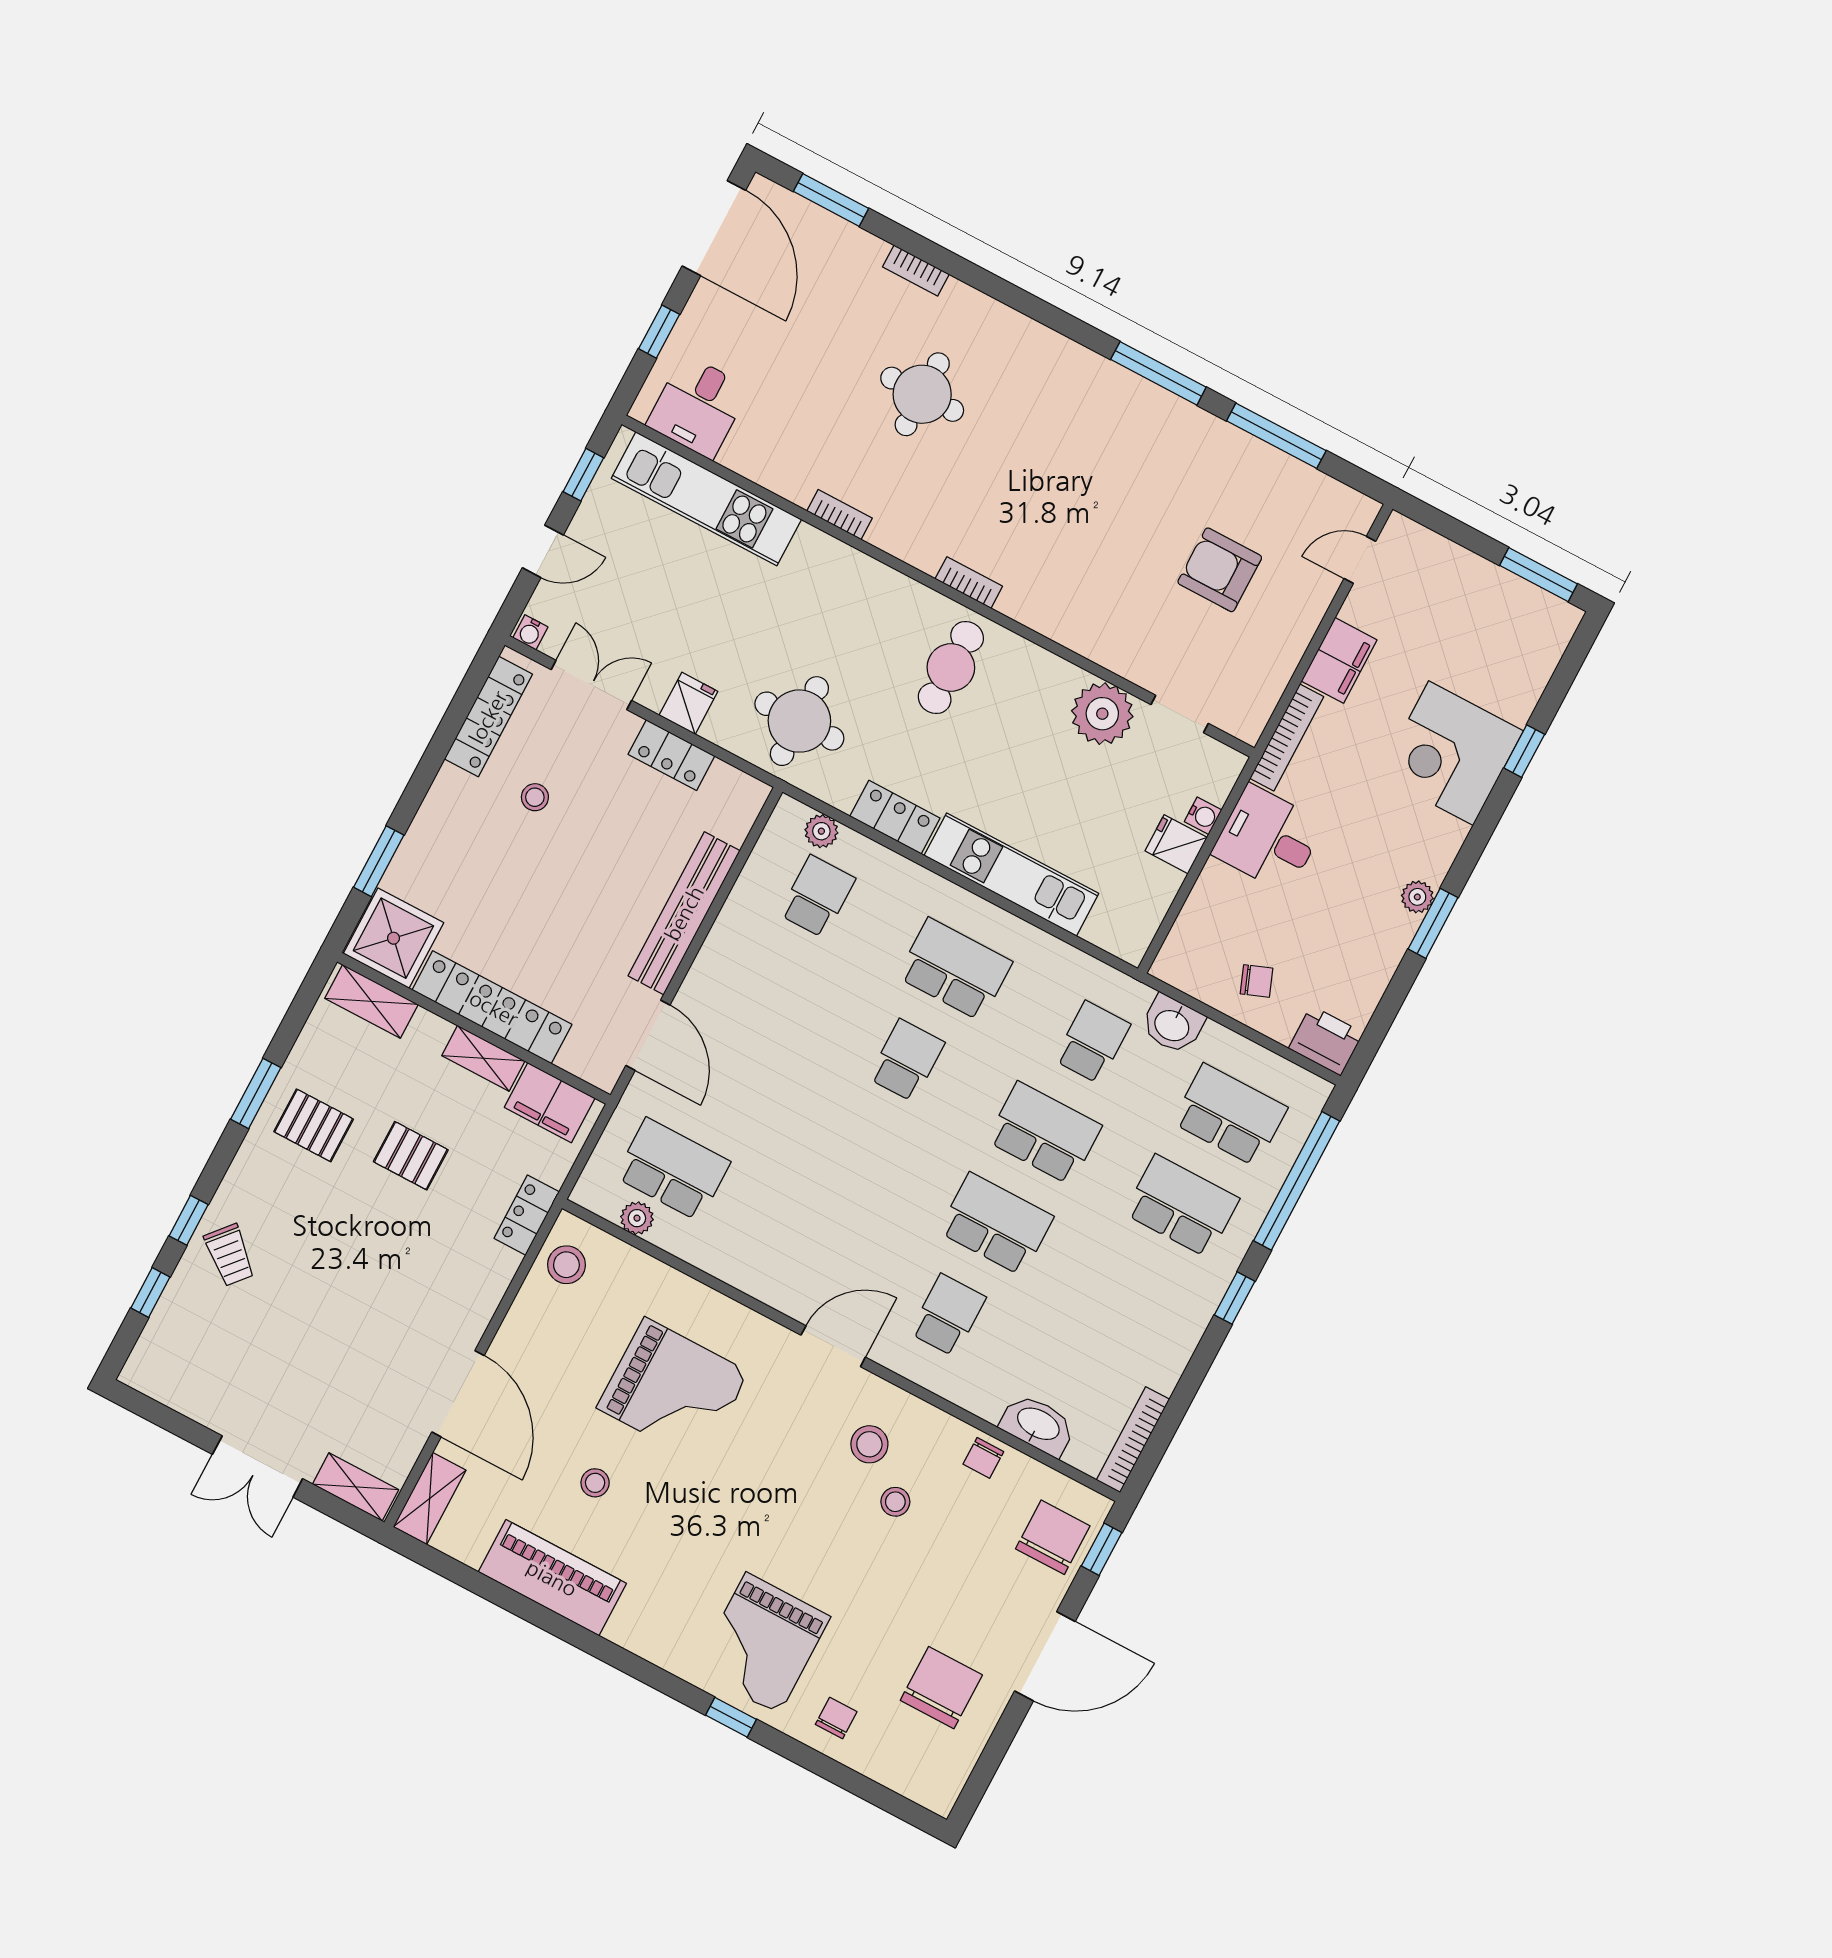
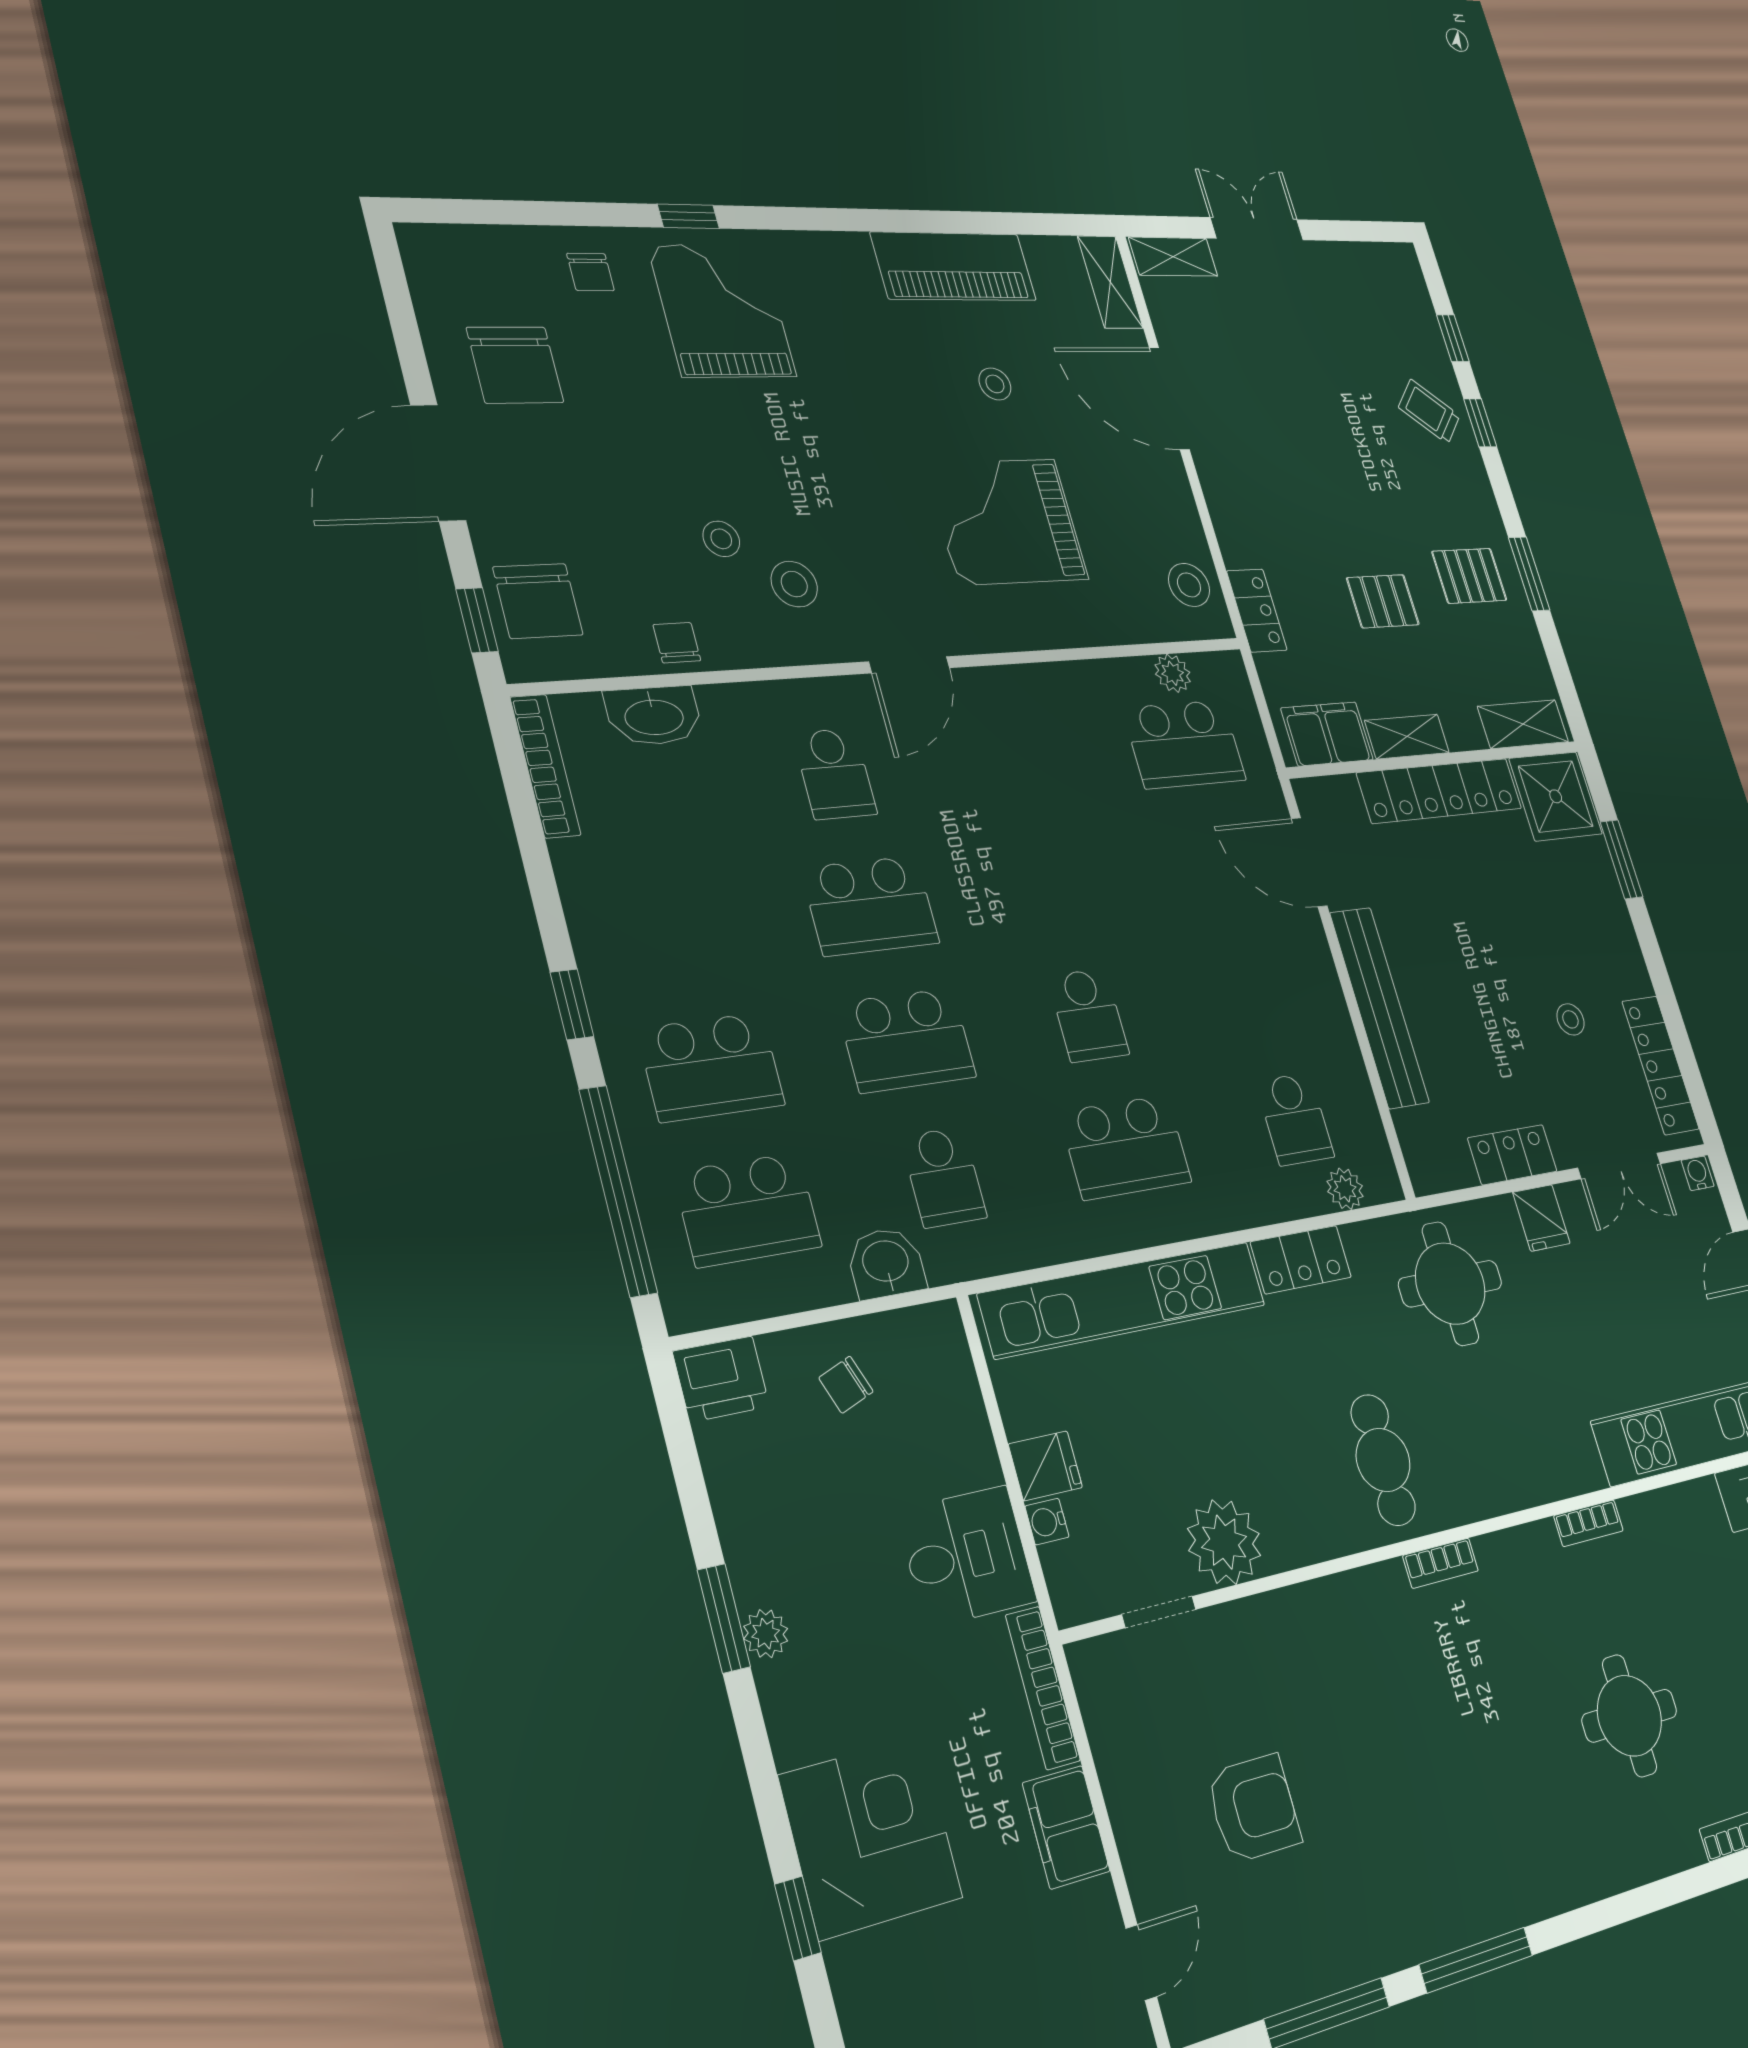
kitchen unit: (1011, 875) -> (1124, 1300), width x1.36

